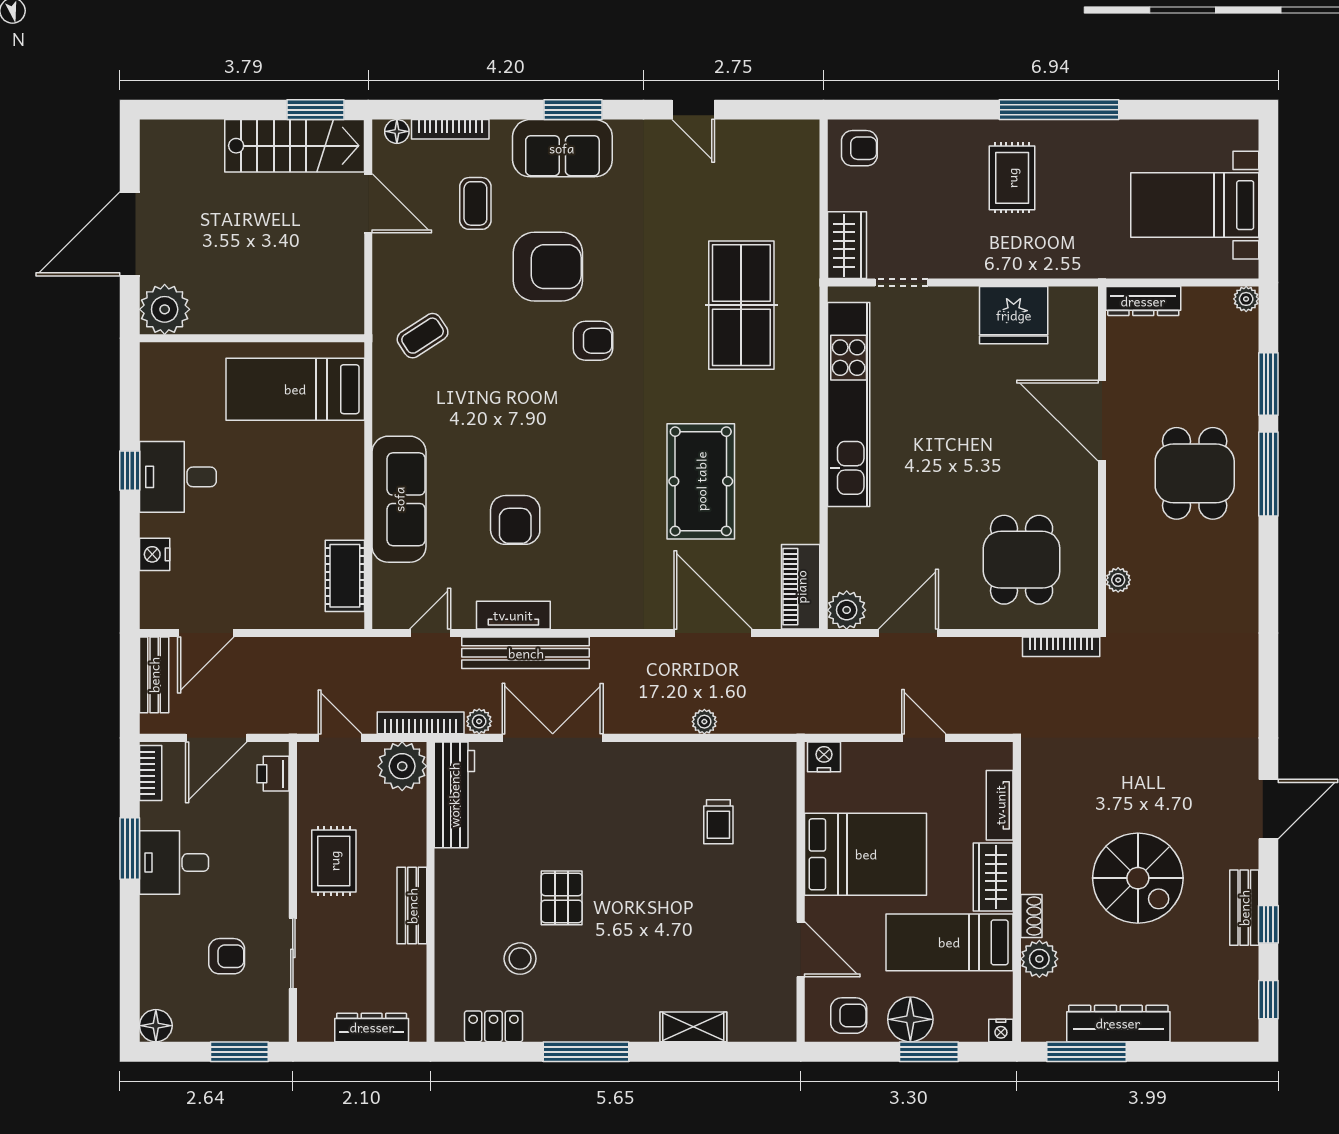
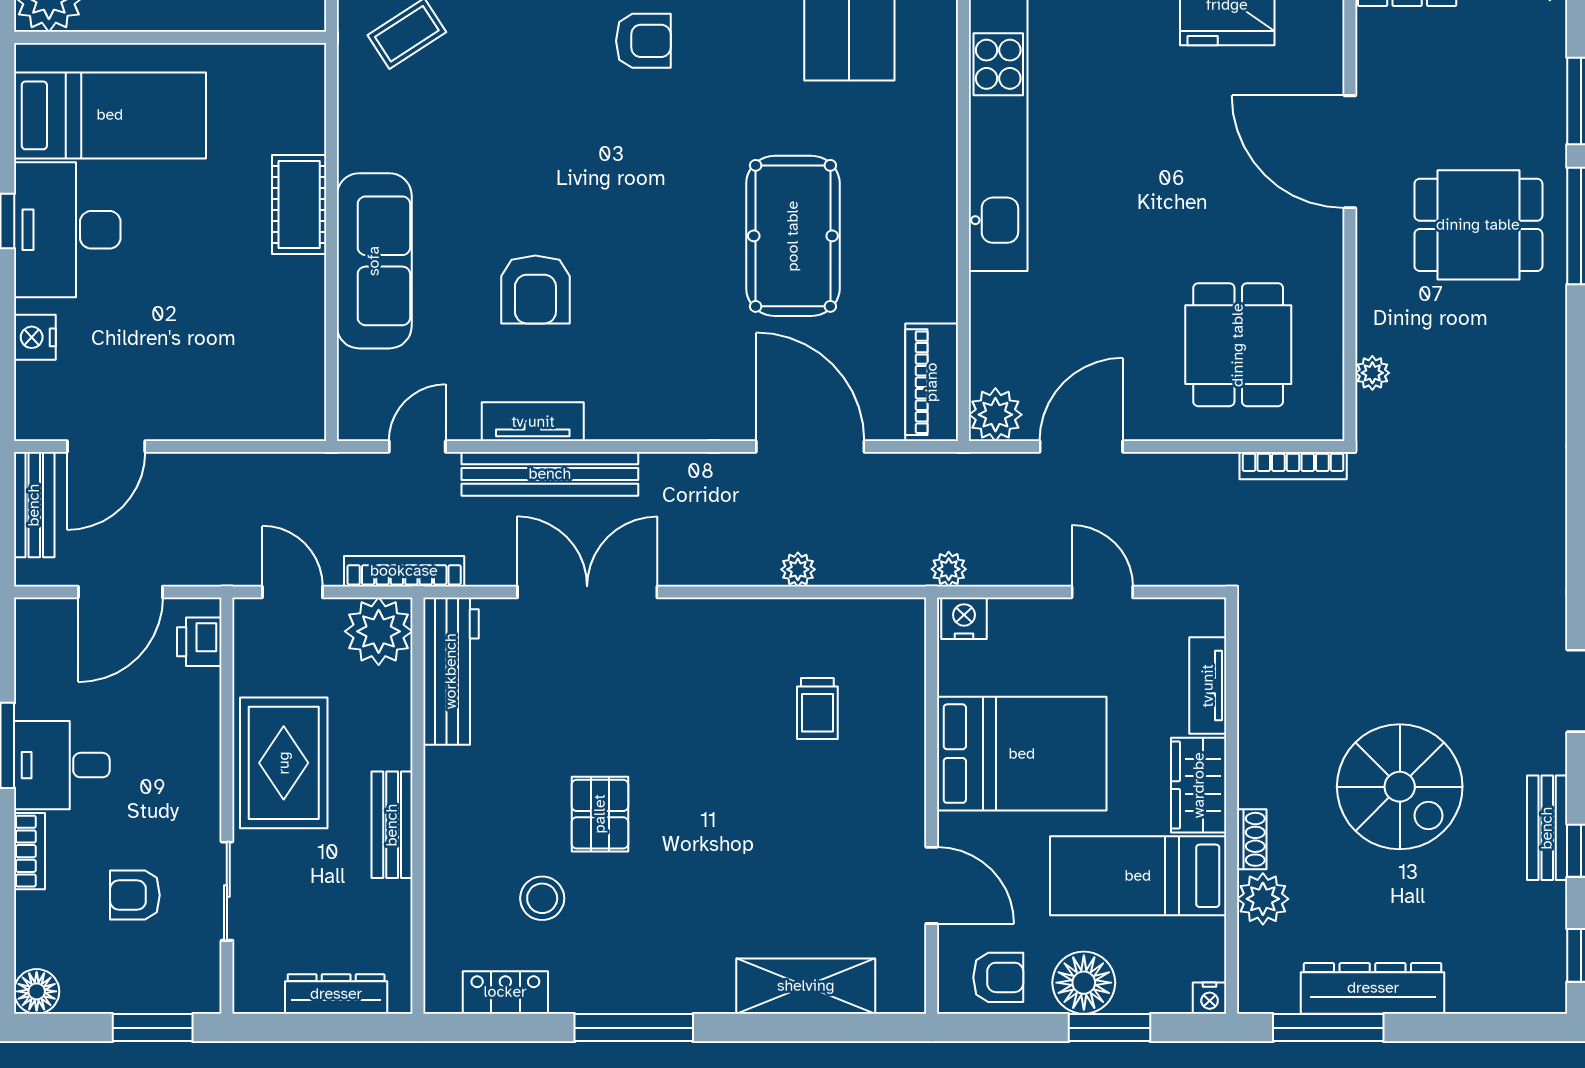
bed: (295, 389) -> (110, 115), moved, turned 180
dining table: (1195, 473) -> (1478, 225), turned 90
desk: (178, 477) -> (67, 230), width x1.37
cot: (345, 576) -> (299, 205), moved
plant: (479, 721) -> (949, 569), moved
bookcase: (151, 773) -> (29, 851), moved
rug: (334, 861) -> (284, 763), width x1.36, depth x1.43
armchair: (227, 956) -> (135, 895), turned 180
shelving: (693, 1027) -> (806, 986), width x1.50, depth x1.33

